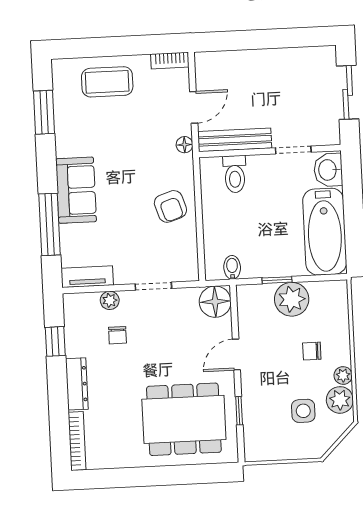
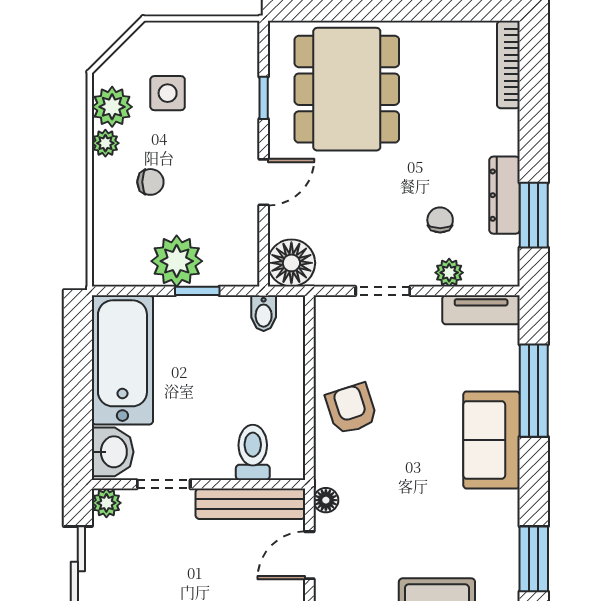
plant: (331, 136) -> (106, 503), added
window: (55, 341) -> (534, 215), width x1.50
dresser: (77, 384) -> (505, 195), moved
dining table: (184, 419) -> (347, 89), turned 90

